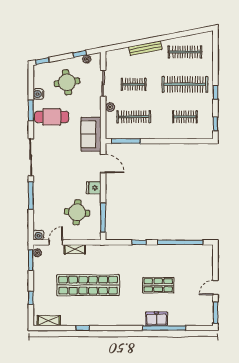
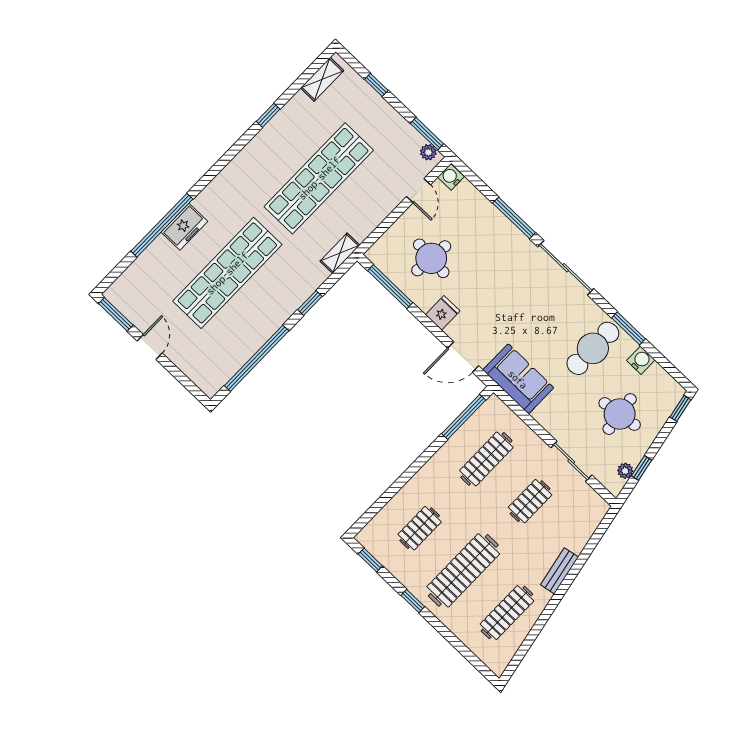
bench: (145, 48) -> (559, 571), width x0.73
plant: (110, 107) -> (530, 440), removed
shelving: (75, 249) -> (340, 253), moved
shop shelf: (158, 285) -> (227, 273), width x2.00, depth x1.36

